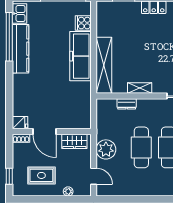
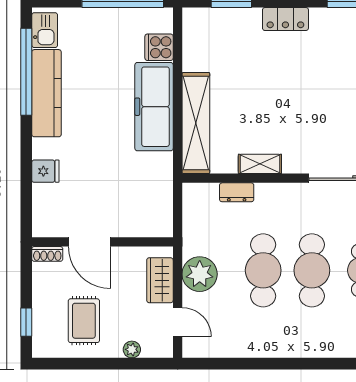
fridge: (20, 123) -> (45, 171), moved
wardrobe: (74, 141) -> (160, 280), moved, turned 90
rug: (41, 175) -> (84, 321), turned 90

